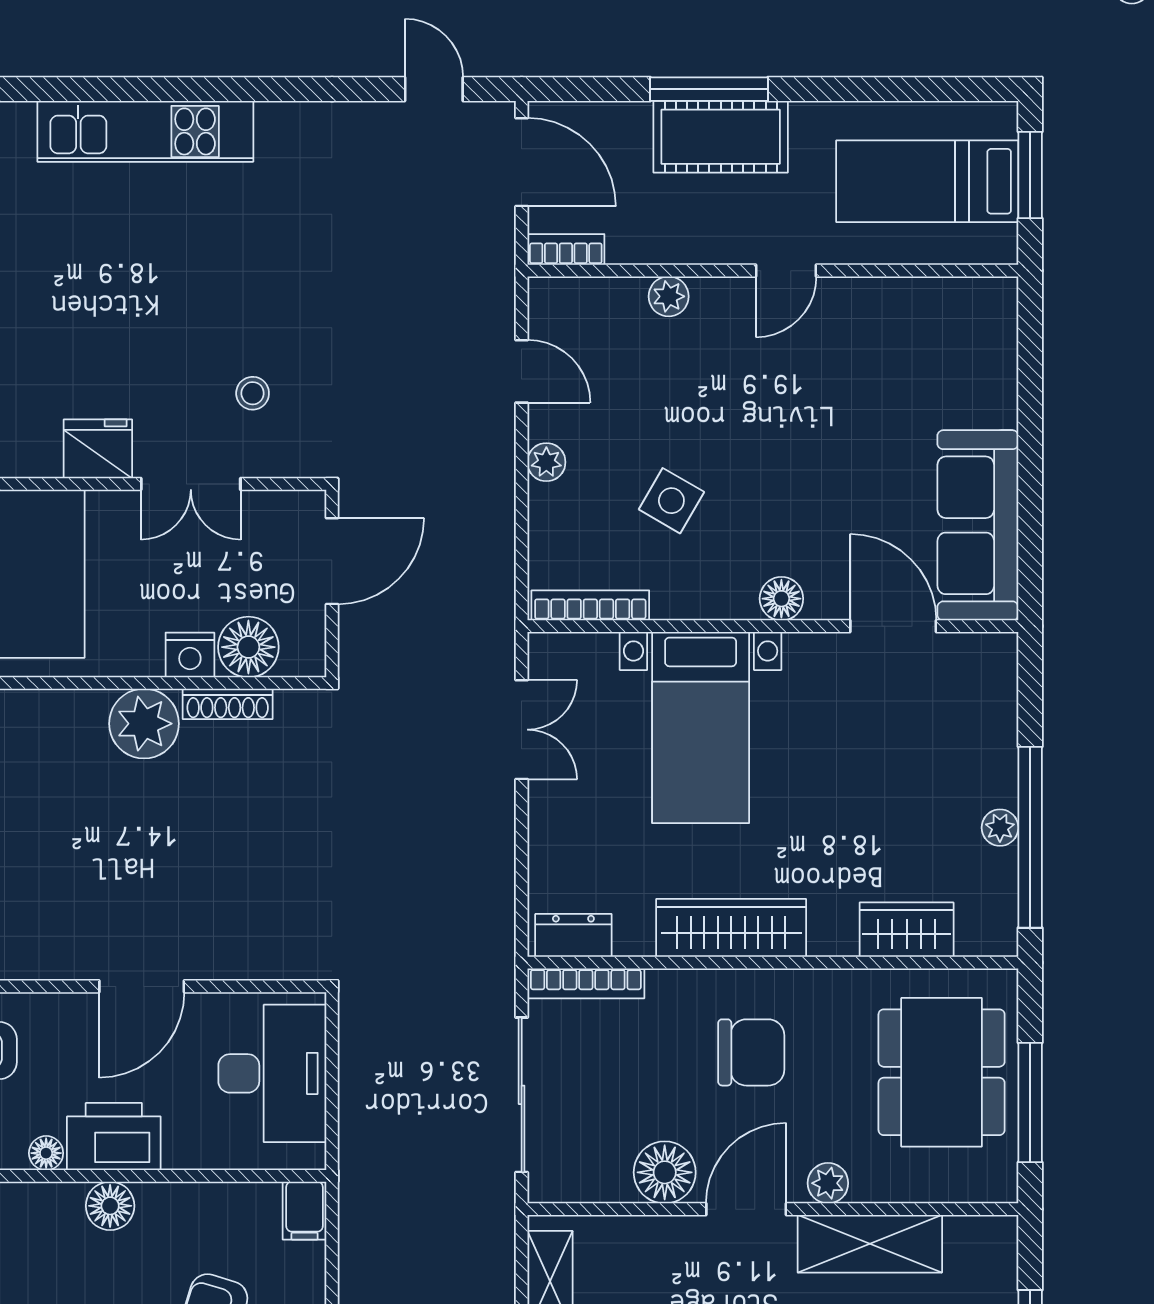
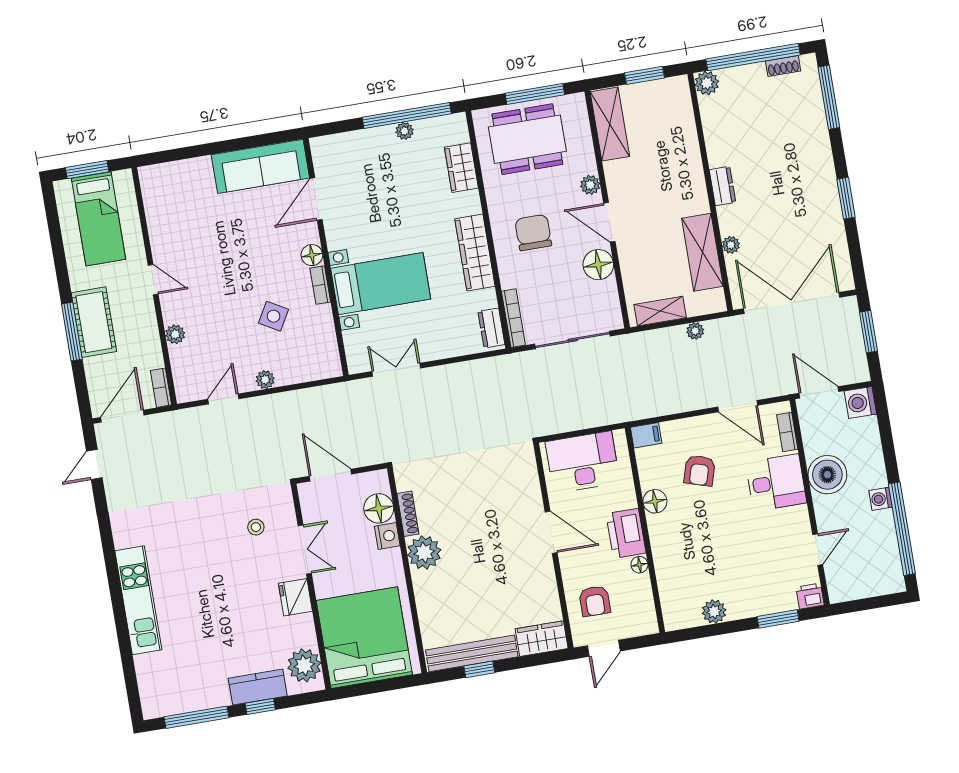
bookcase: (590, 605) -> (320, 285), moved, width x0.64
floor lamp: (110, 1206) -> (655, 501), moved
shelving: (870, 1244) -> (610, 124), moved

